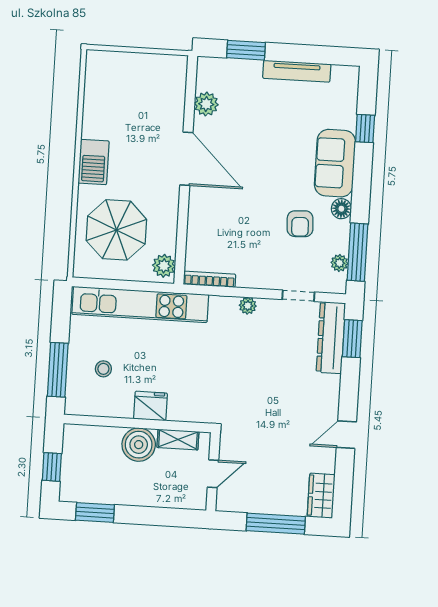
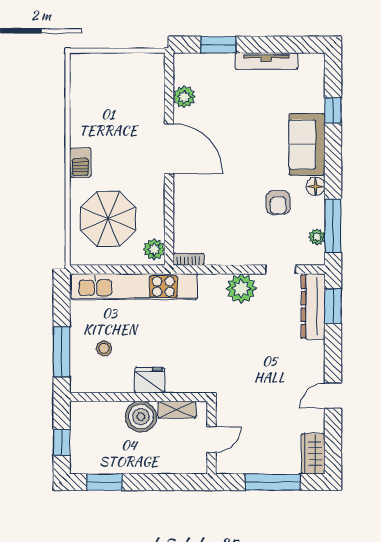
barbecue: (94, 162) -> (80, 163), width x0.73, depth x0.79
bookcase: (209, 279) -> (188, 259), width x0.64
plant: (248, 306) -> (241, 289), width x1.88, depth x1.88

